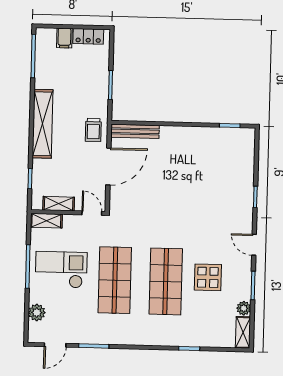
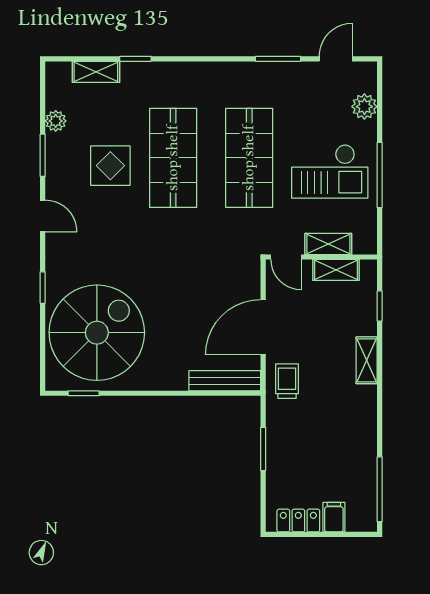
shelving: (43, 124) -> (367, 360), width x0.45, depth x0.75
spiral stairs: (220, 166) -> (97, 333), added
shelving: (46, 221) -> (328, 244), moved
shelving: (243, 332) -> (96, 72), moved, turned 90

